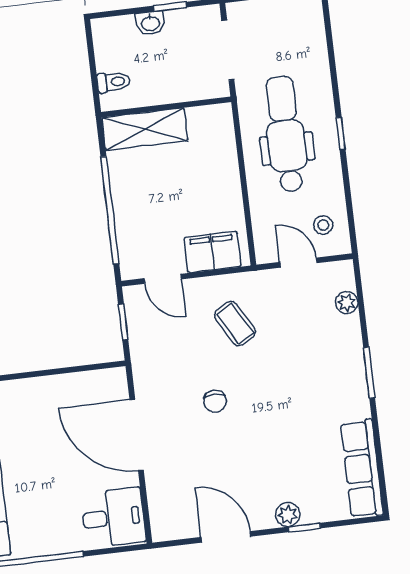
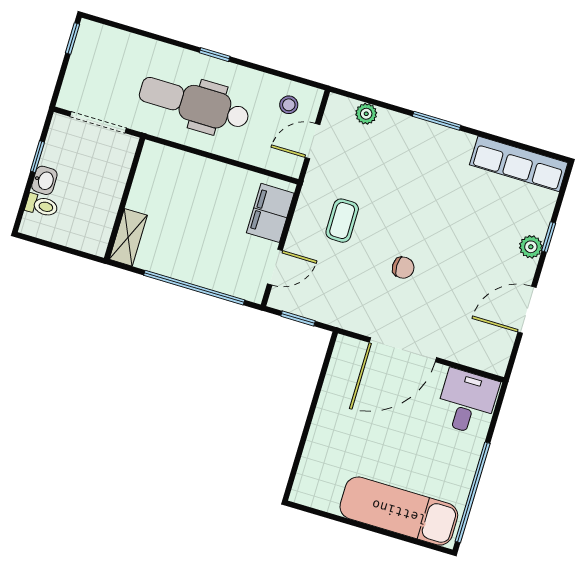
toilet: (114, 82) -> (42, 206), moved, turned 90
shelving: (145, 129) -> (128, 237), width x0.67, depth x0.75
coffee table: (235, 324) -> (342, 221), turned -60

